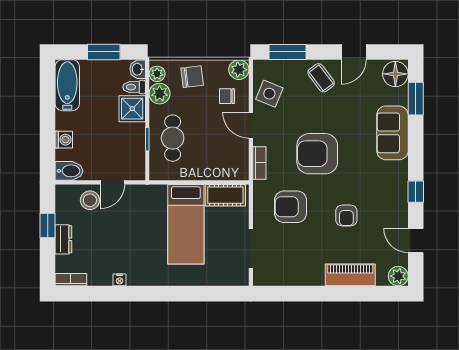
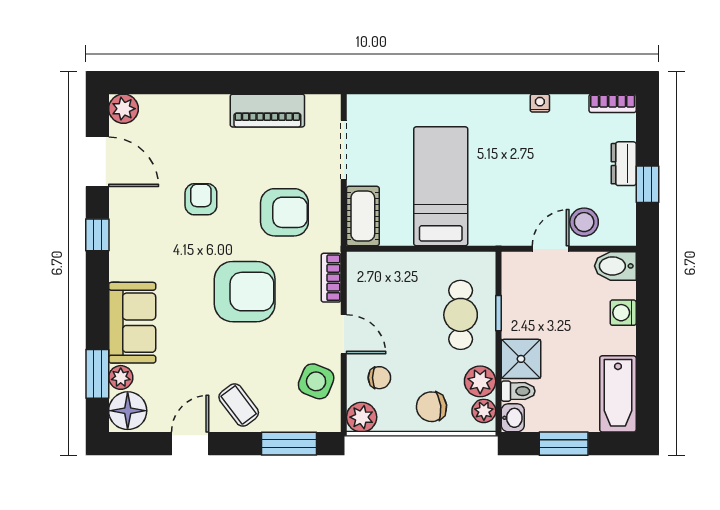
plant: (400, 96) -> (121, 377), added
cot: (225, 195) -> (363, 216), moved, turned 90
door: (416, 241) -> (97, 162), width x1.38
piano: (350, 275) -> (267, 111), moved

